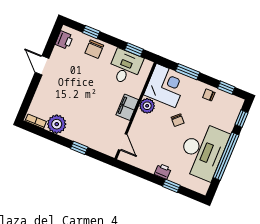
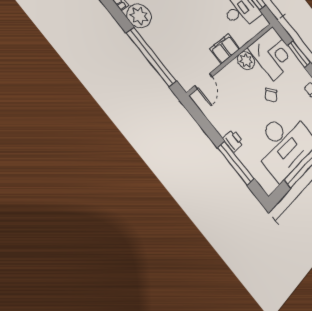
window: (79, 148) -> (152, 57), width x3.17
window: (171, 186) -> (236, 163), width x2.17

